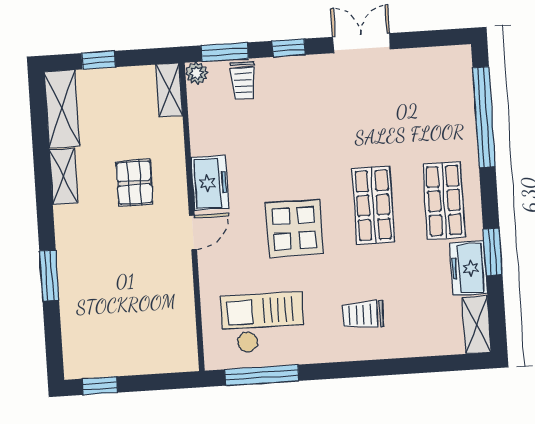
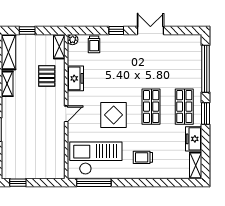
window: (225, 52) -> (86, 30), removed
pallet: (134, 183) -> (47, 76), moved
freezer: (210, 183) -> (75, 78), moved
window: (493, 252) -> (205, 113), moved
checkout: (263, 323) -> (96, 158), width x1.36, depth x1.21

